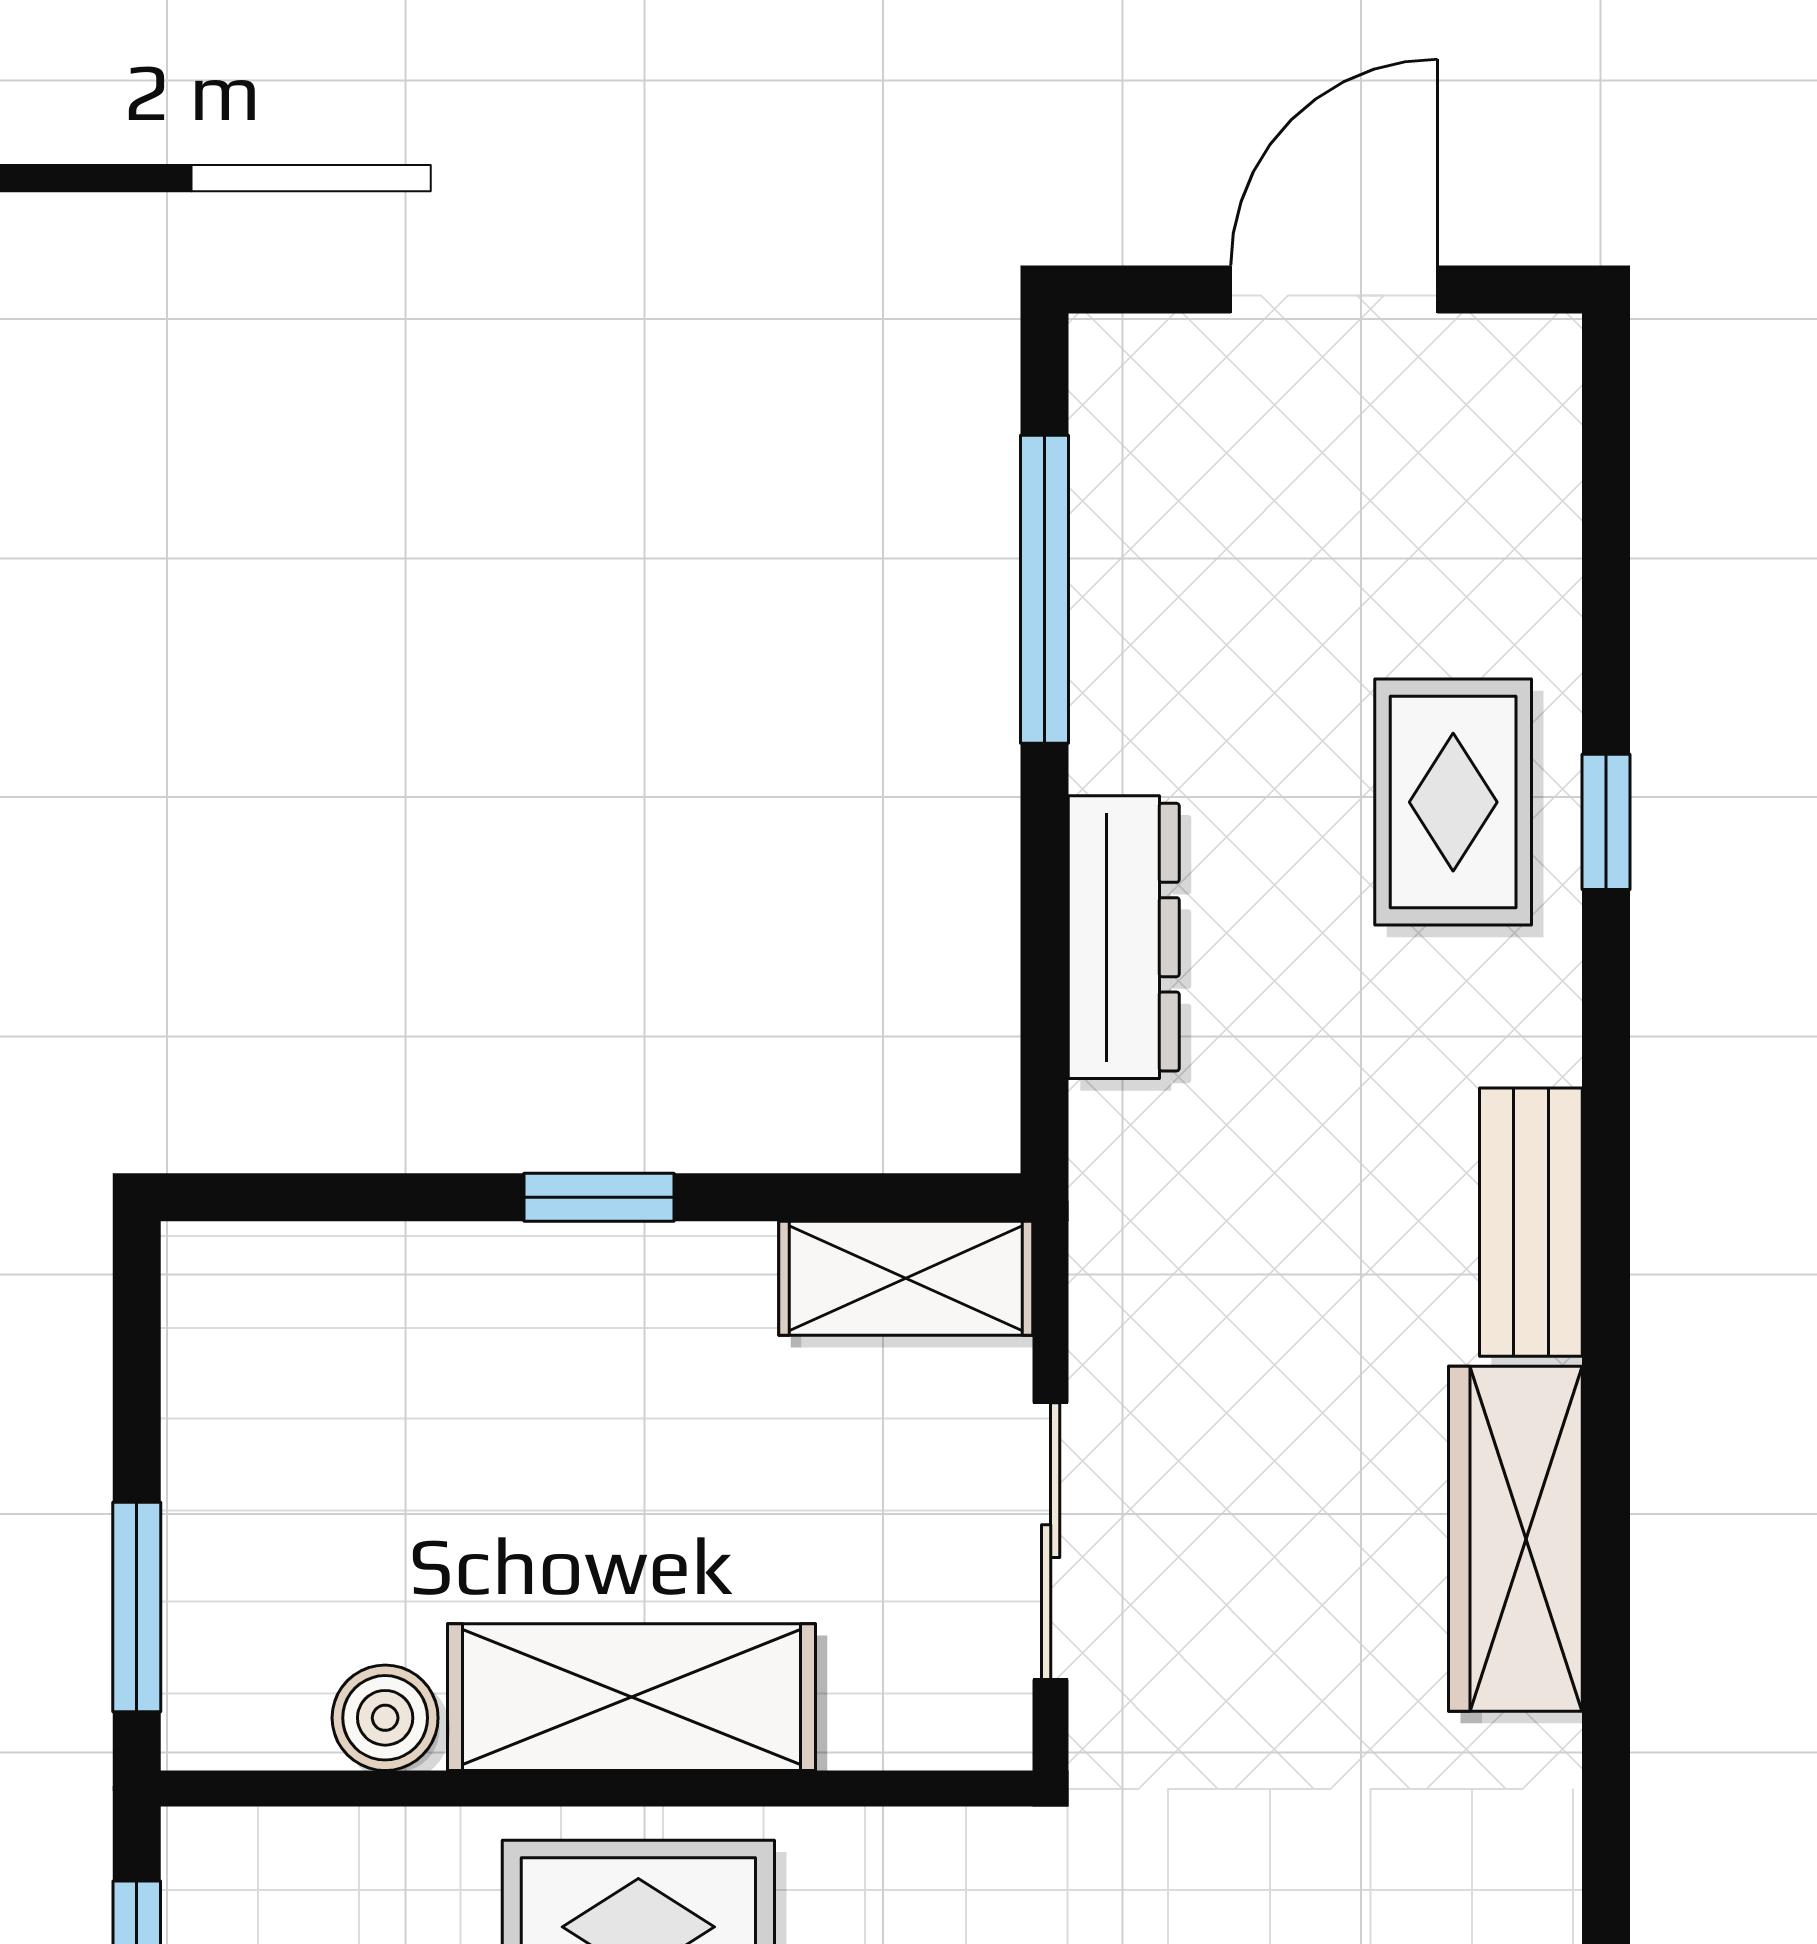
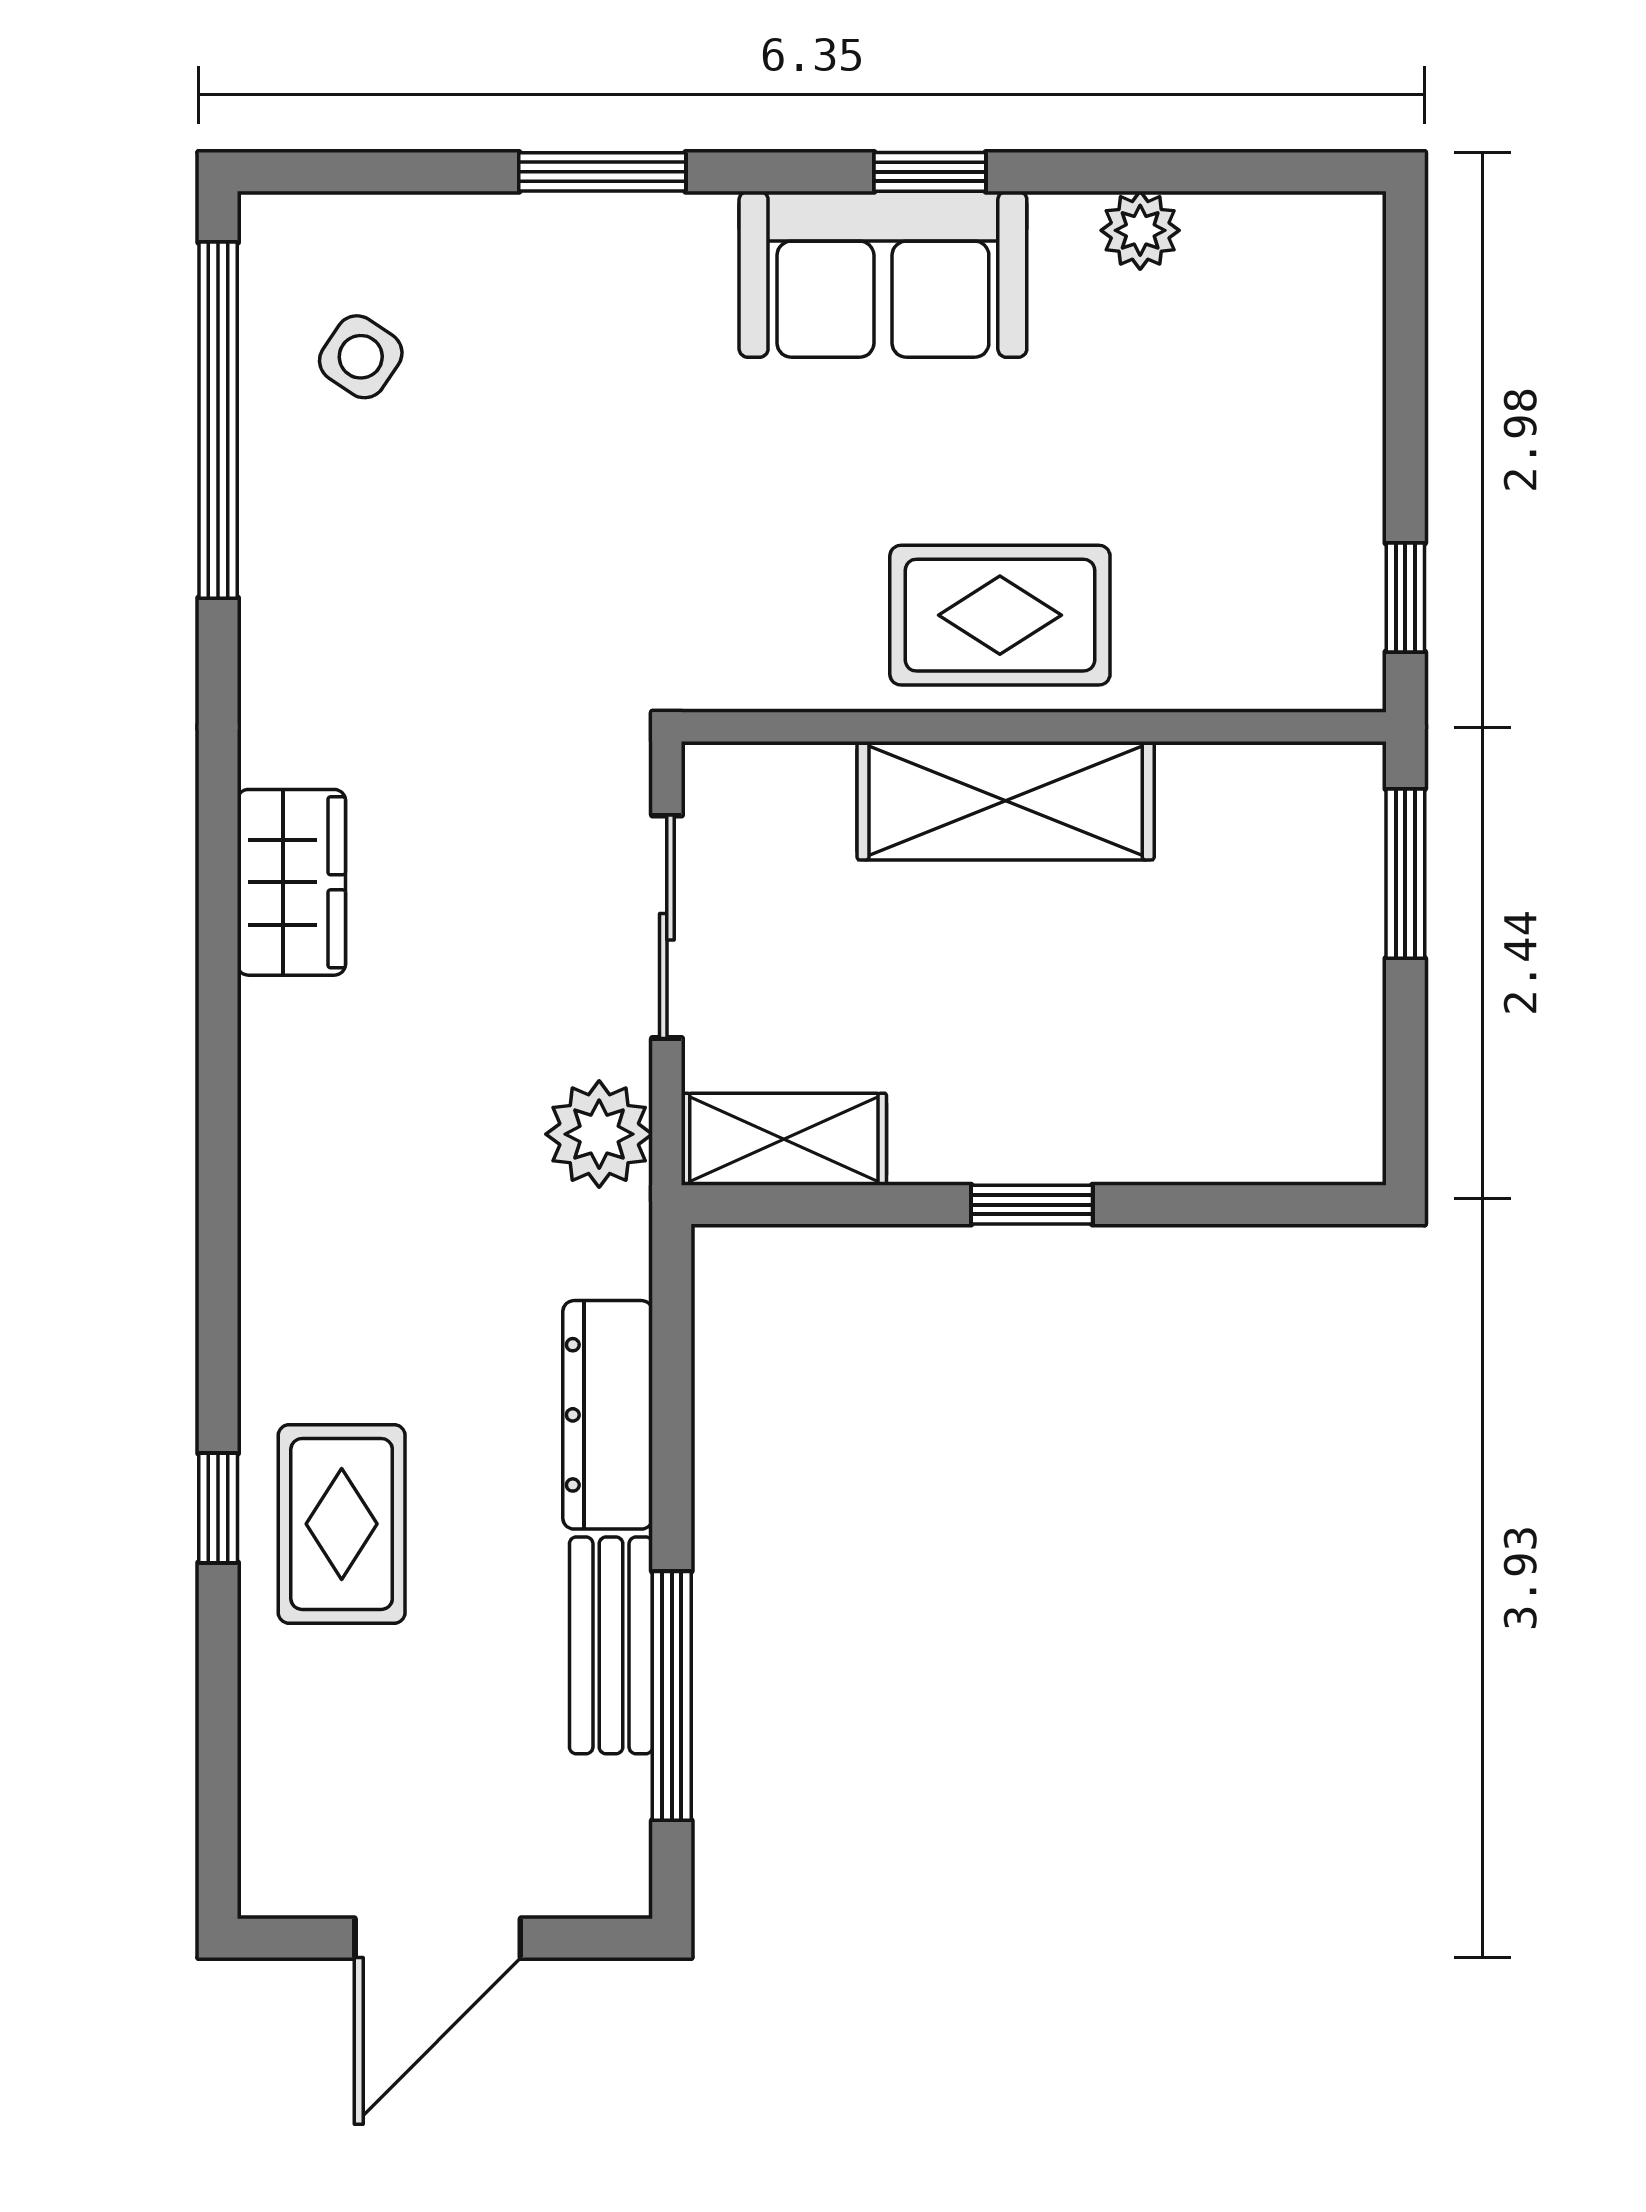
bench: (1531, 1222) -> (611, 1645), moved
plant: (1135, 1285) -> (599, 1134), added
wardrobe: (1515, 1539) -> (291, 882), width x0.67
boiler: (385, 1718) -> (1205, 784), removed

